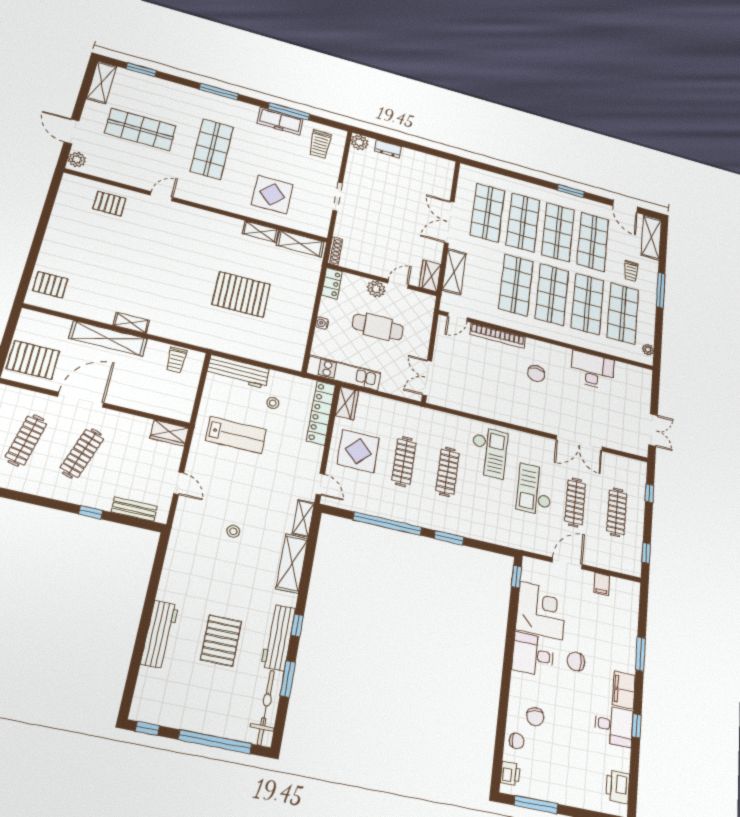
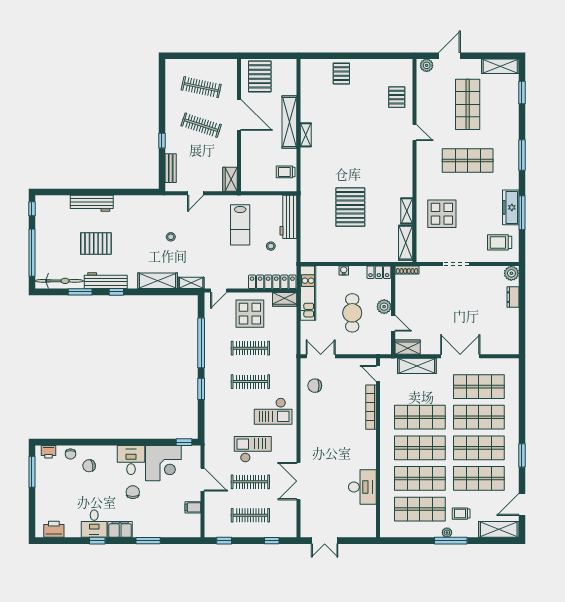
pallet: (50, 285) -> (341, 74), moved
plant: (648, 350) -> (447, 533), moved
chair: (536, 374) -> (315, 386), moved

